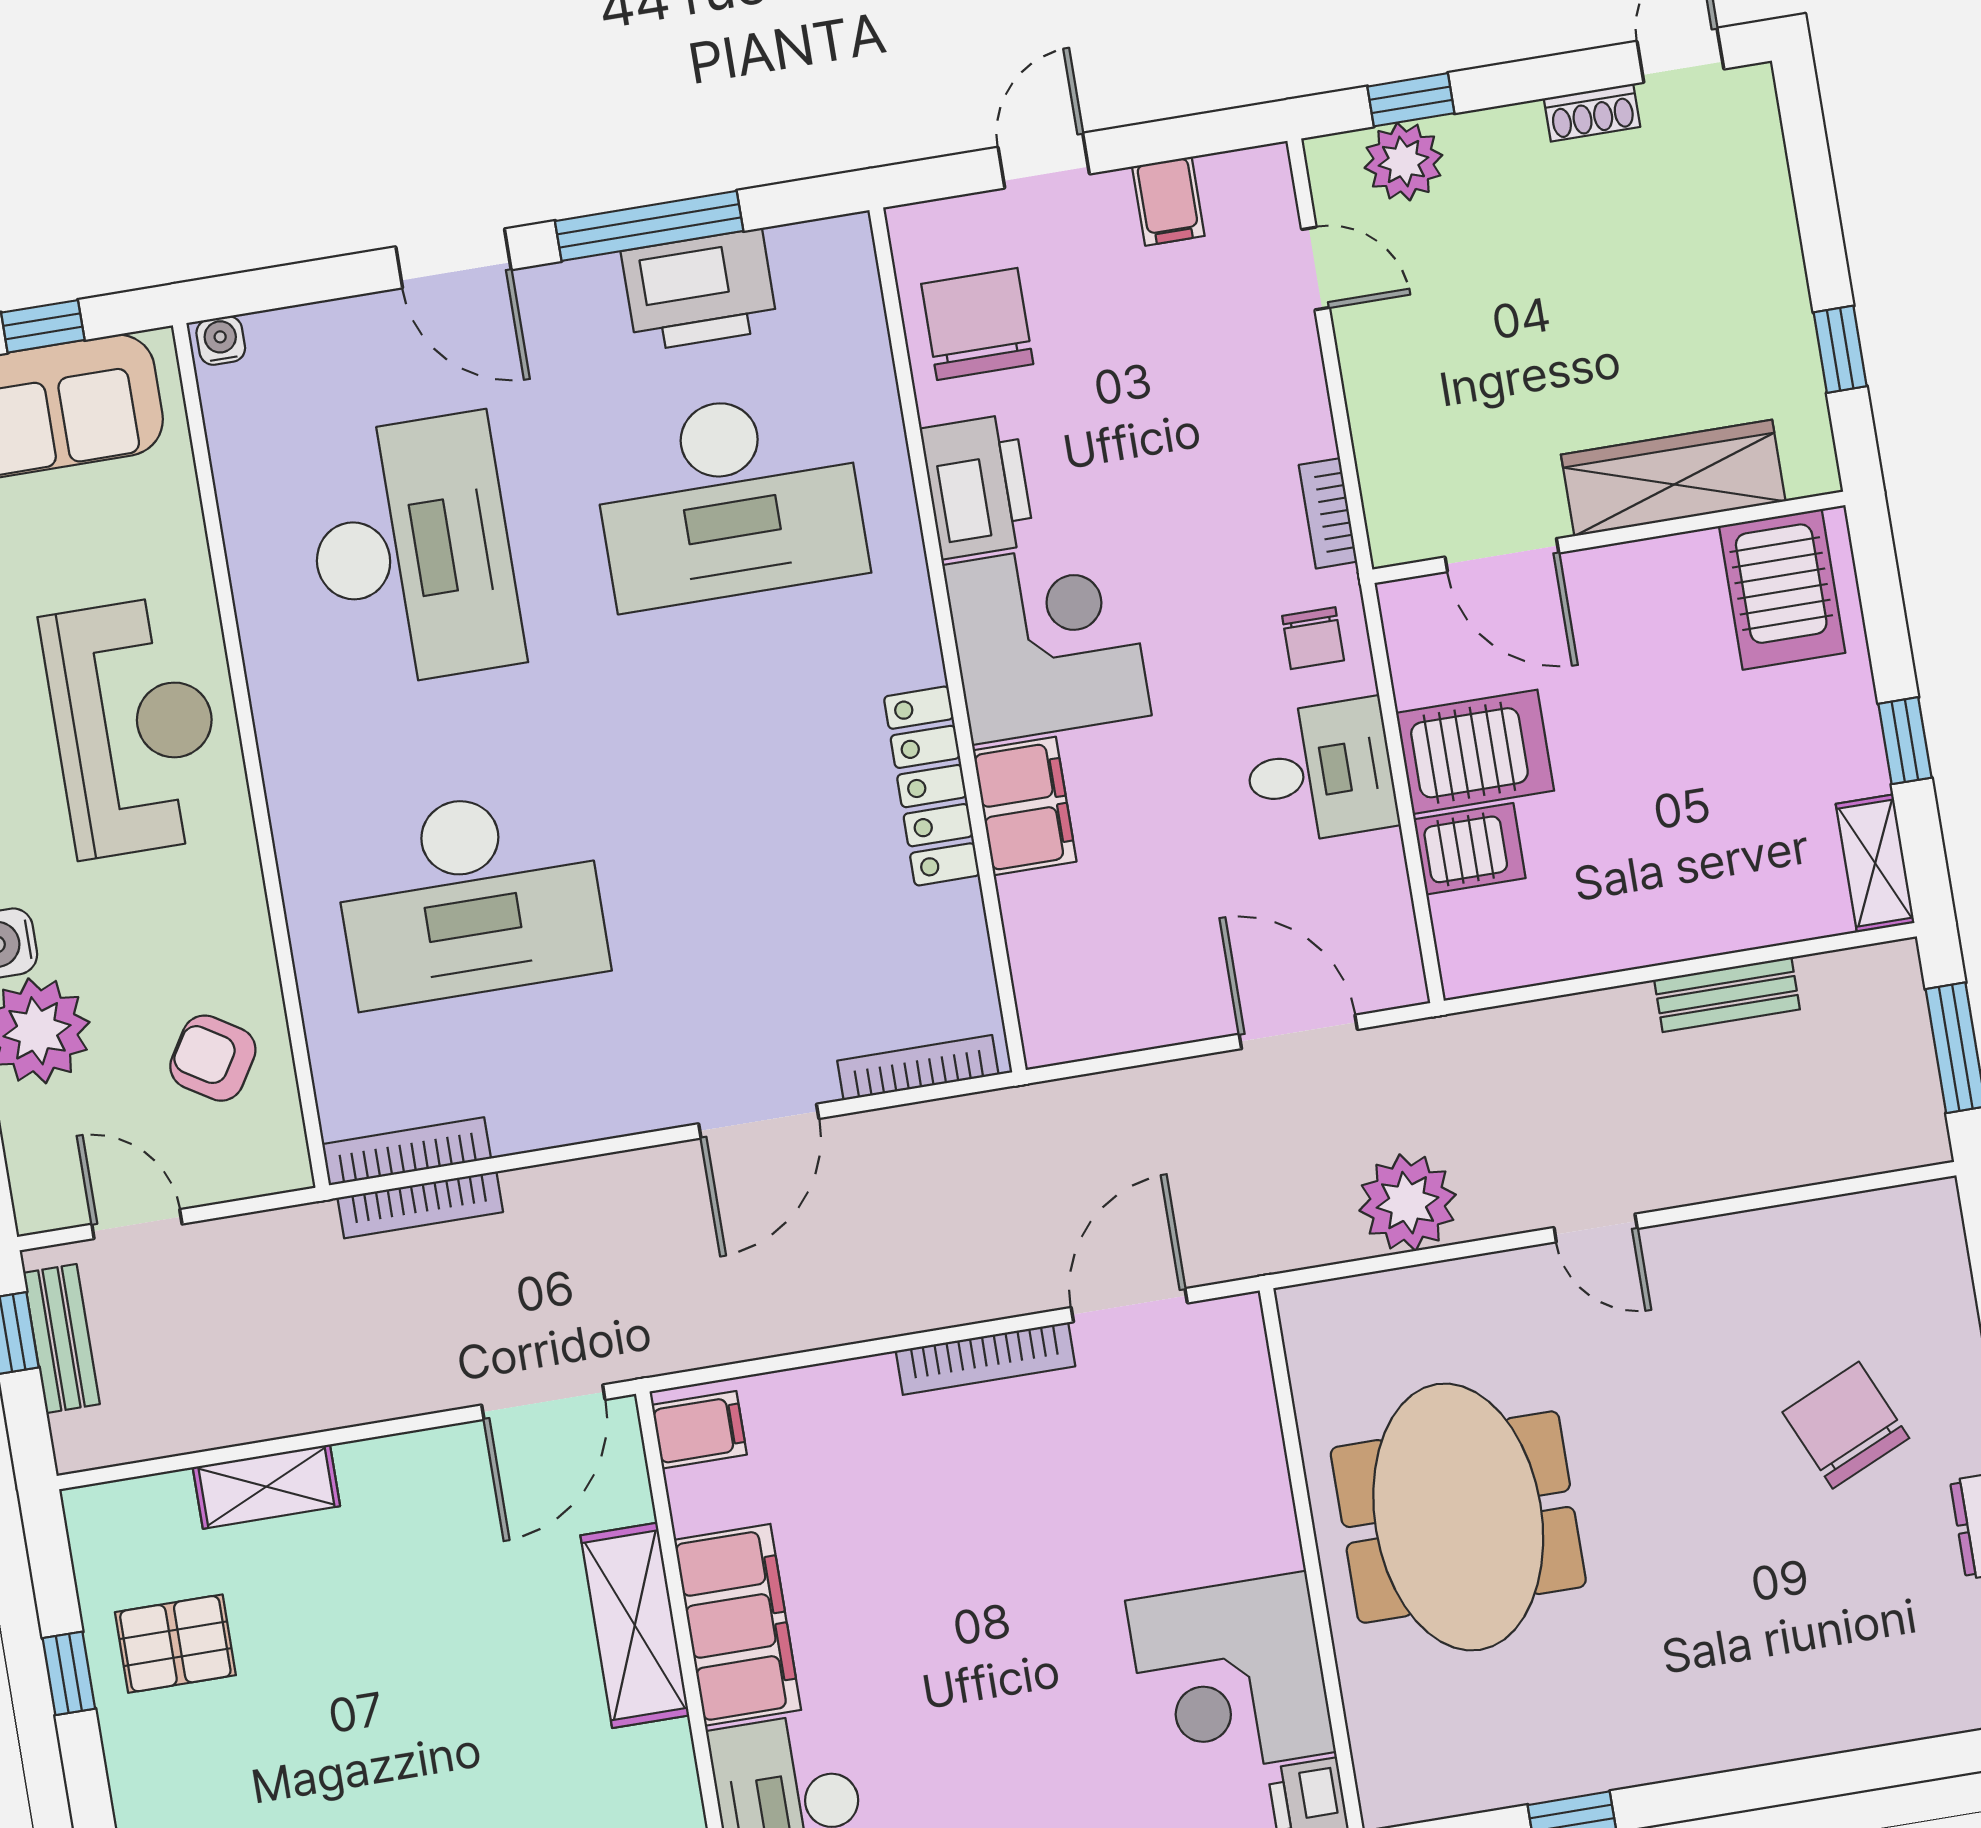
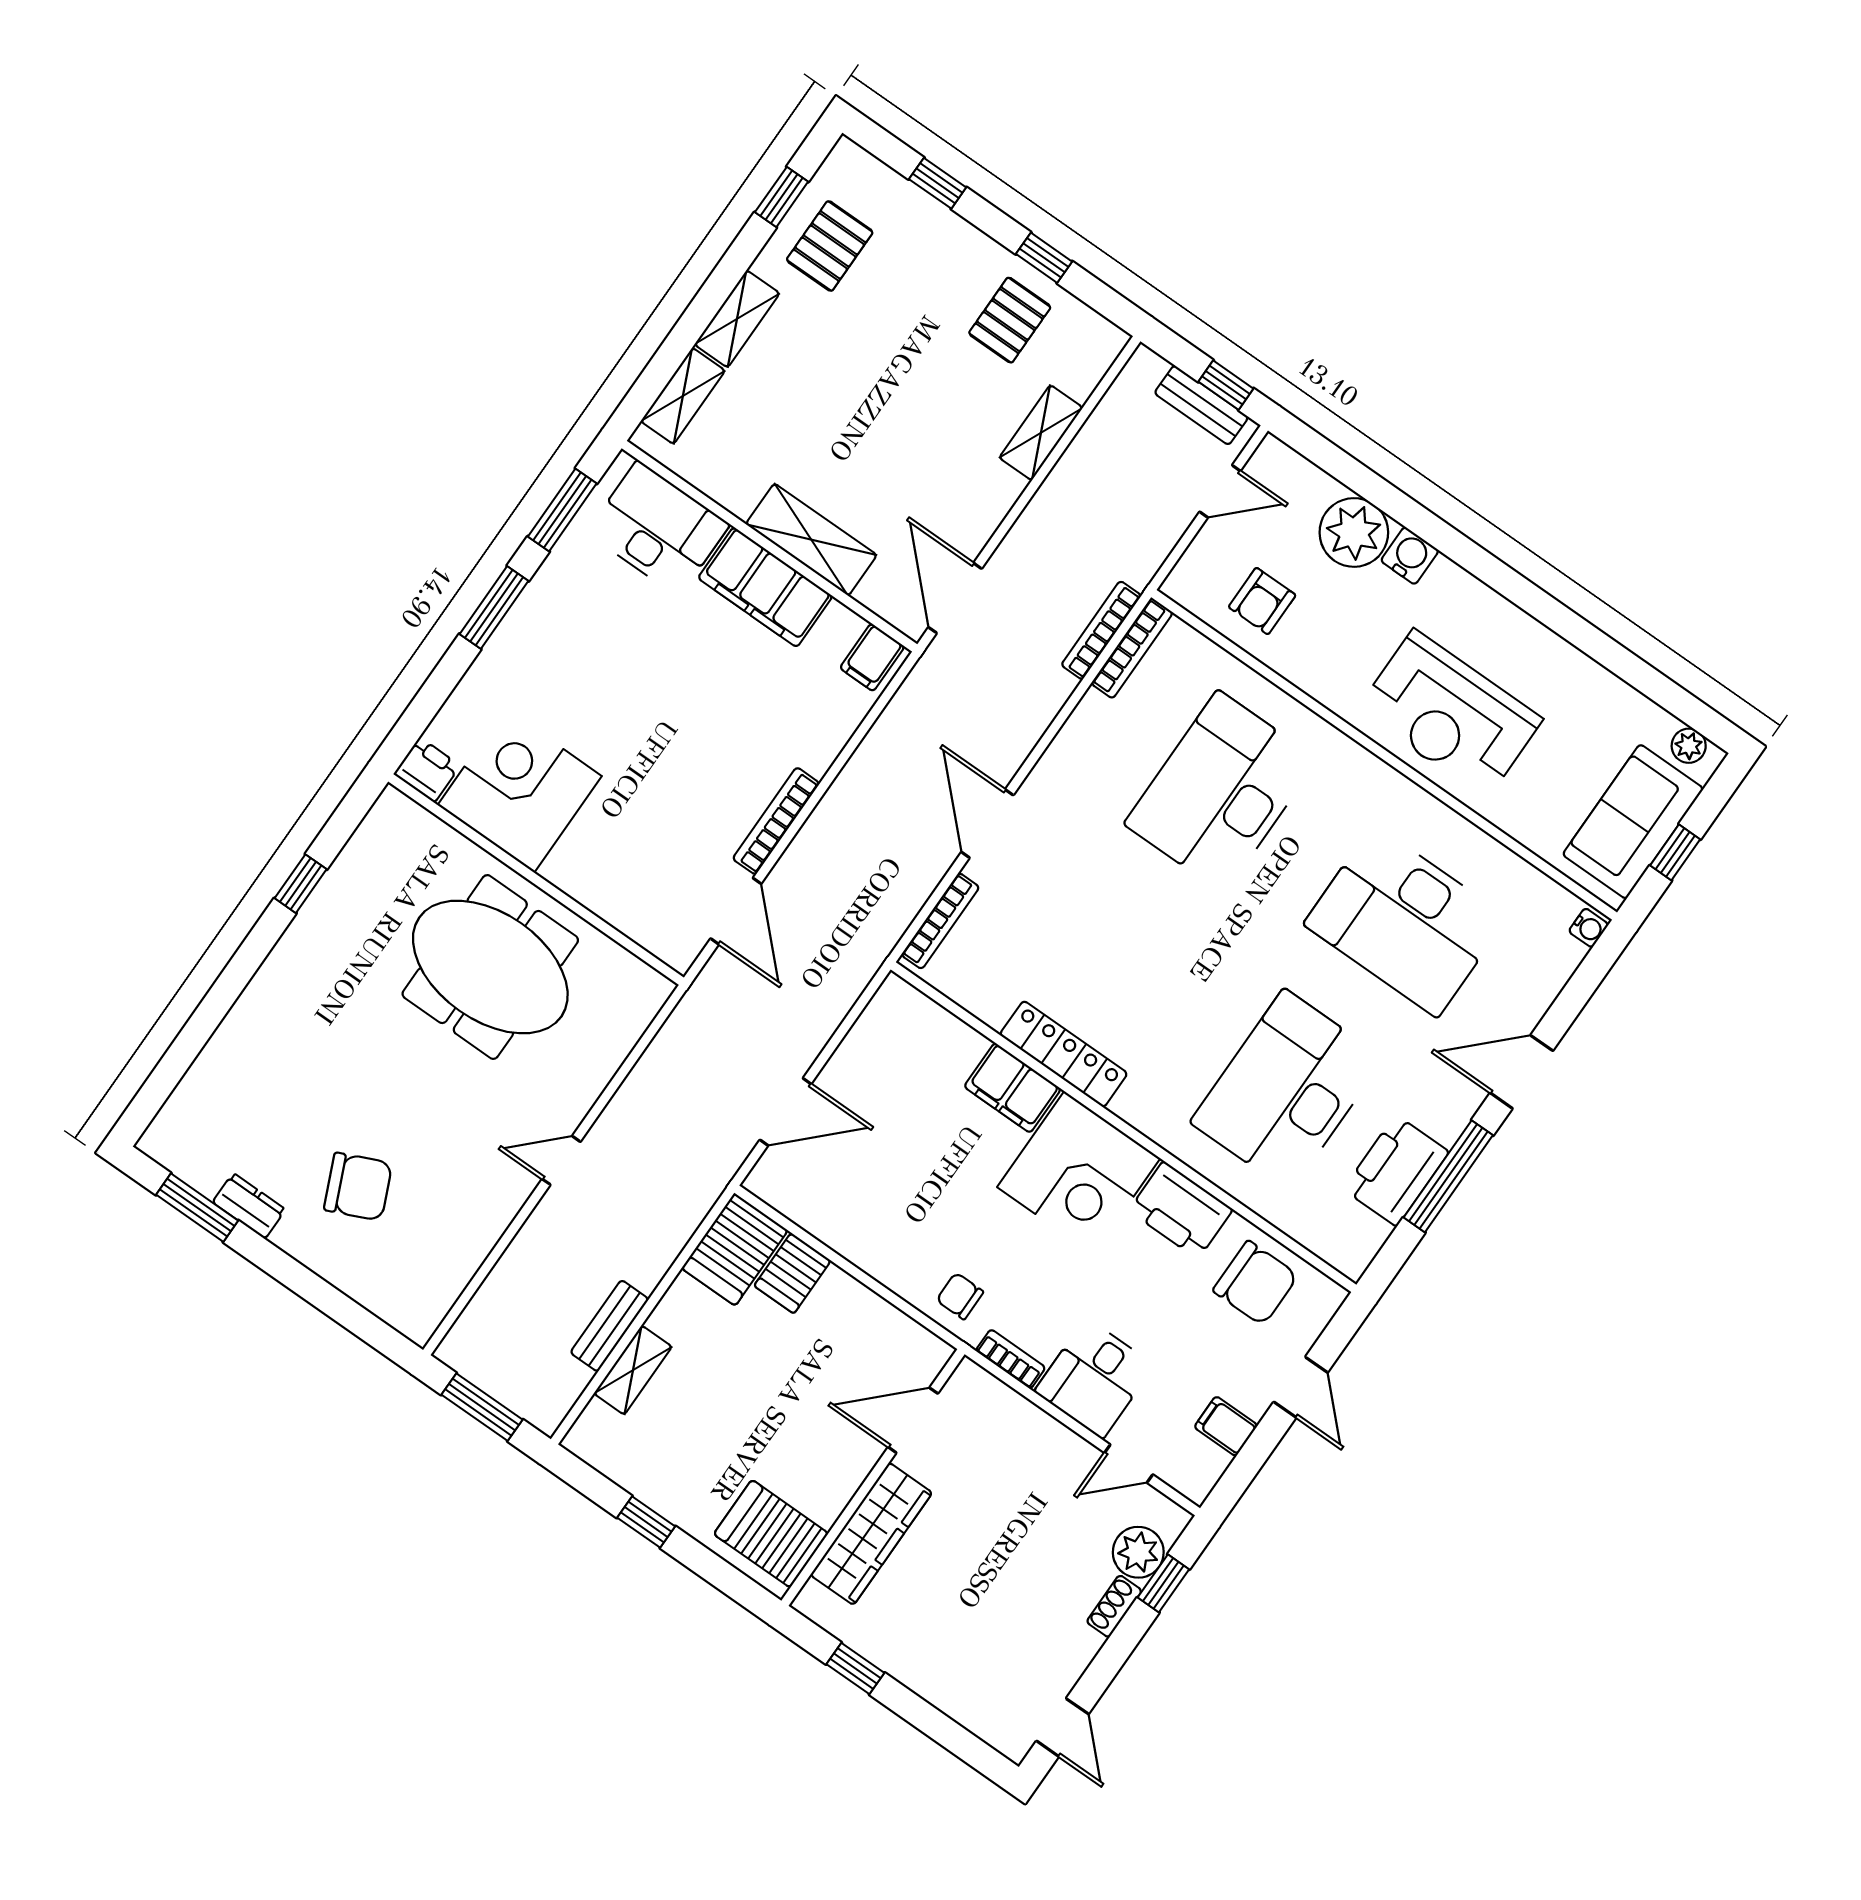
shoe rack: (1592, 113) -> (1114, 1606), moved
server rack: (1475, 752) -> (735, 1249), moved
desk: (1320, 772) -> (1094, 1378), moved
shelving: (1875, 863) -> (633, 1370), moved, turned 90
armchair: (213, 1058) -> (1262, 601), turned 148
plant: (1408, 1203) -> (658, 1085), removed

